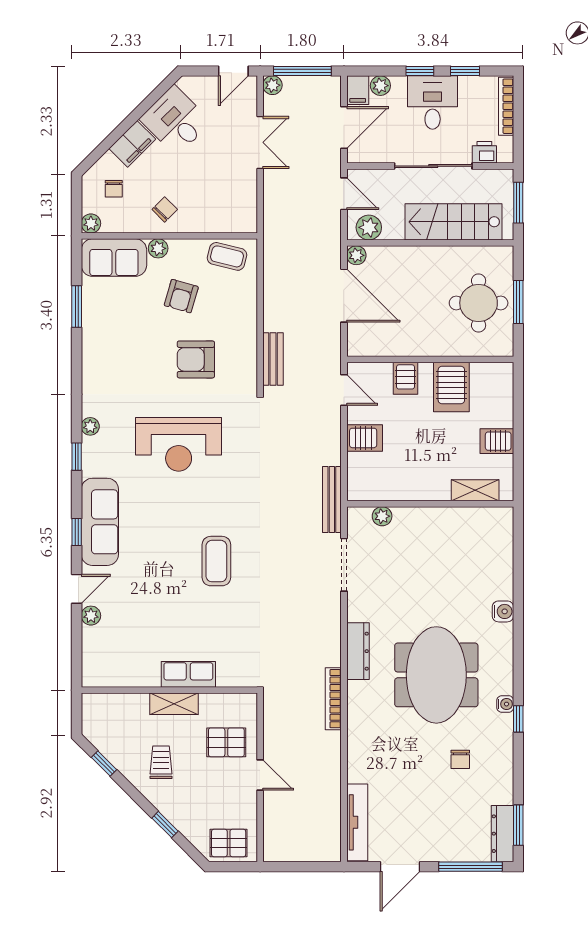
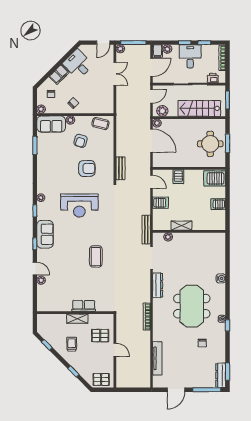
door: (344, 194) -> (152, 96), hinge flipped
armchair: (196, 359) -> (87, 168), turned 180
server rack: (451, 387) -> (215, 178), moved, turned 90
shelving: (475, 490) -> (181, 226), moved
sofa: (100, 522) -> (45, 234), width x0.73
door: (77, 589) -> (35, 269), hinge flipped
dresser: (358, 651) -> (158, 285), moved
tv unit: (357, 822) -> (157, 358), moved

